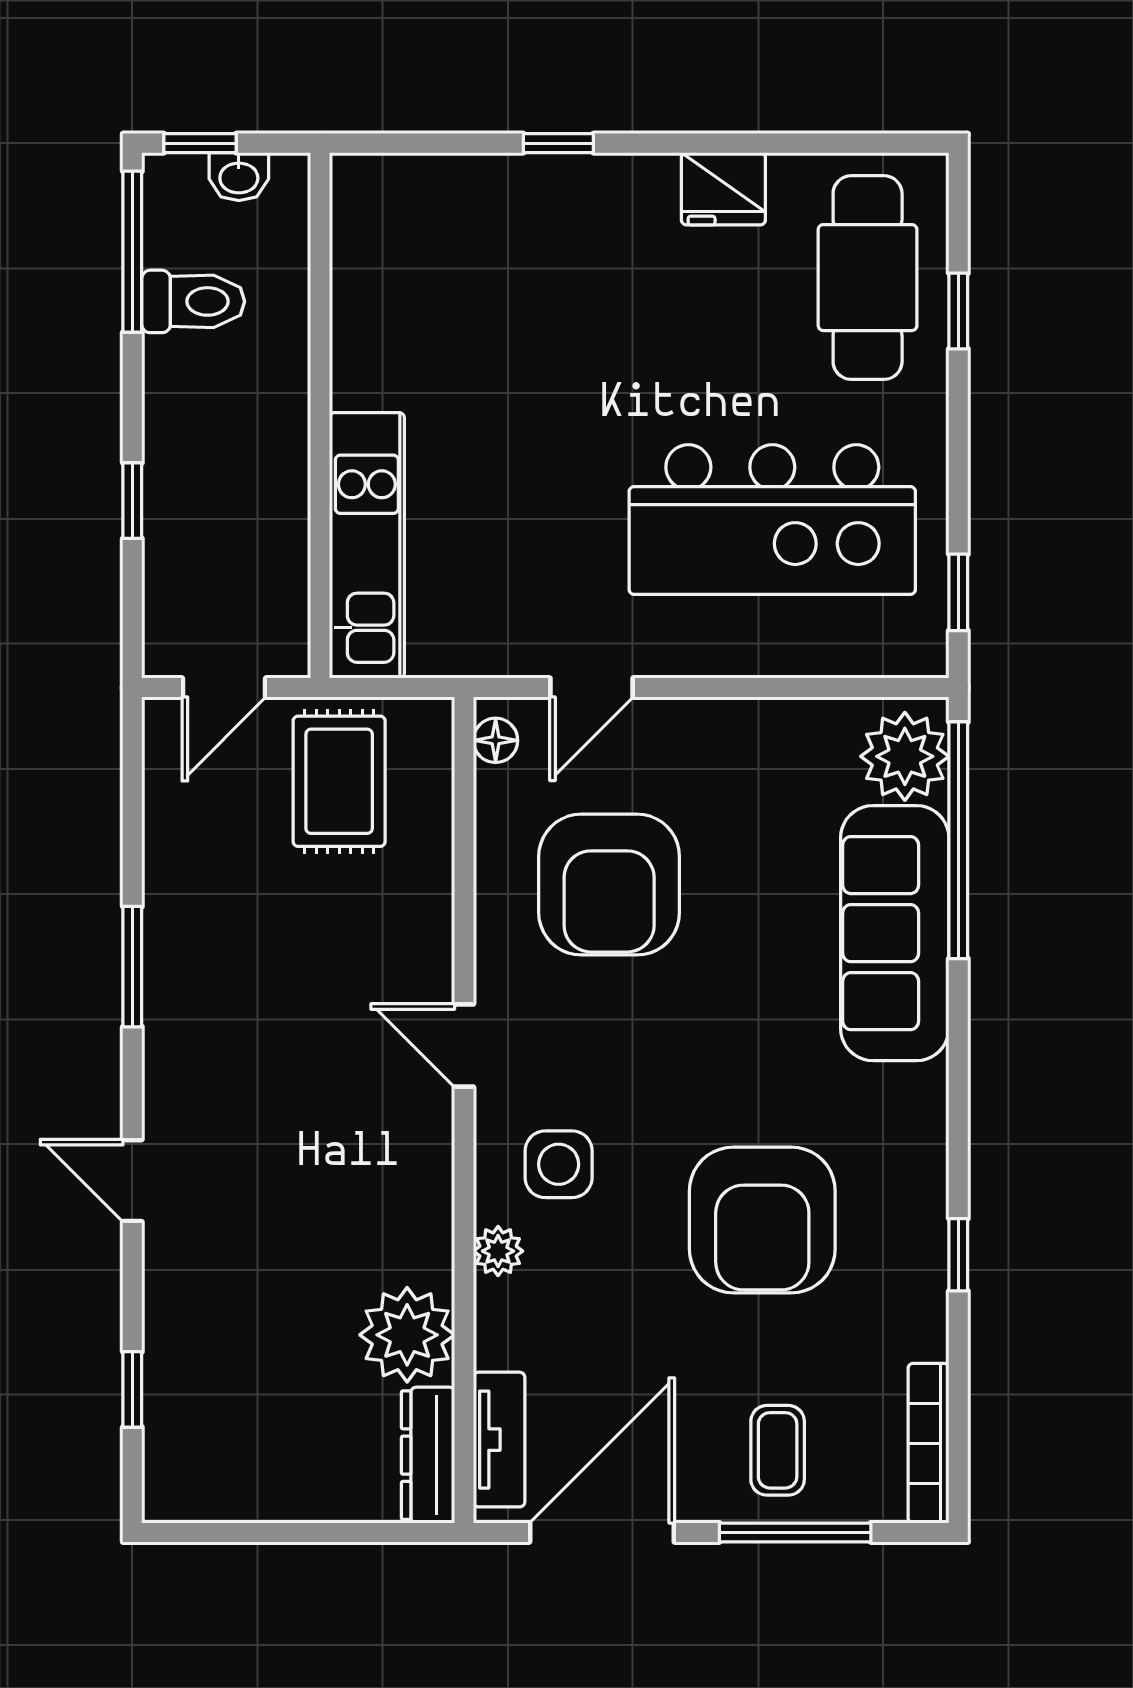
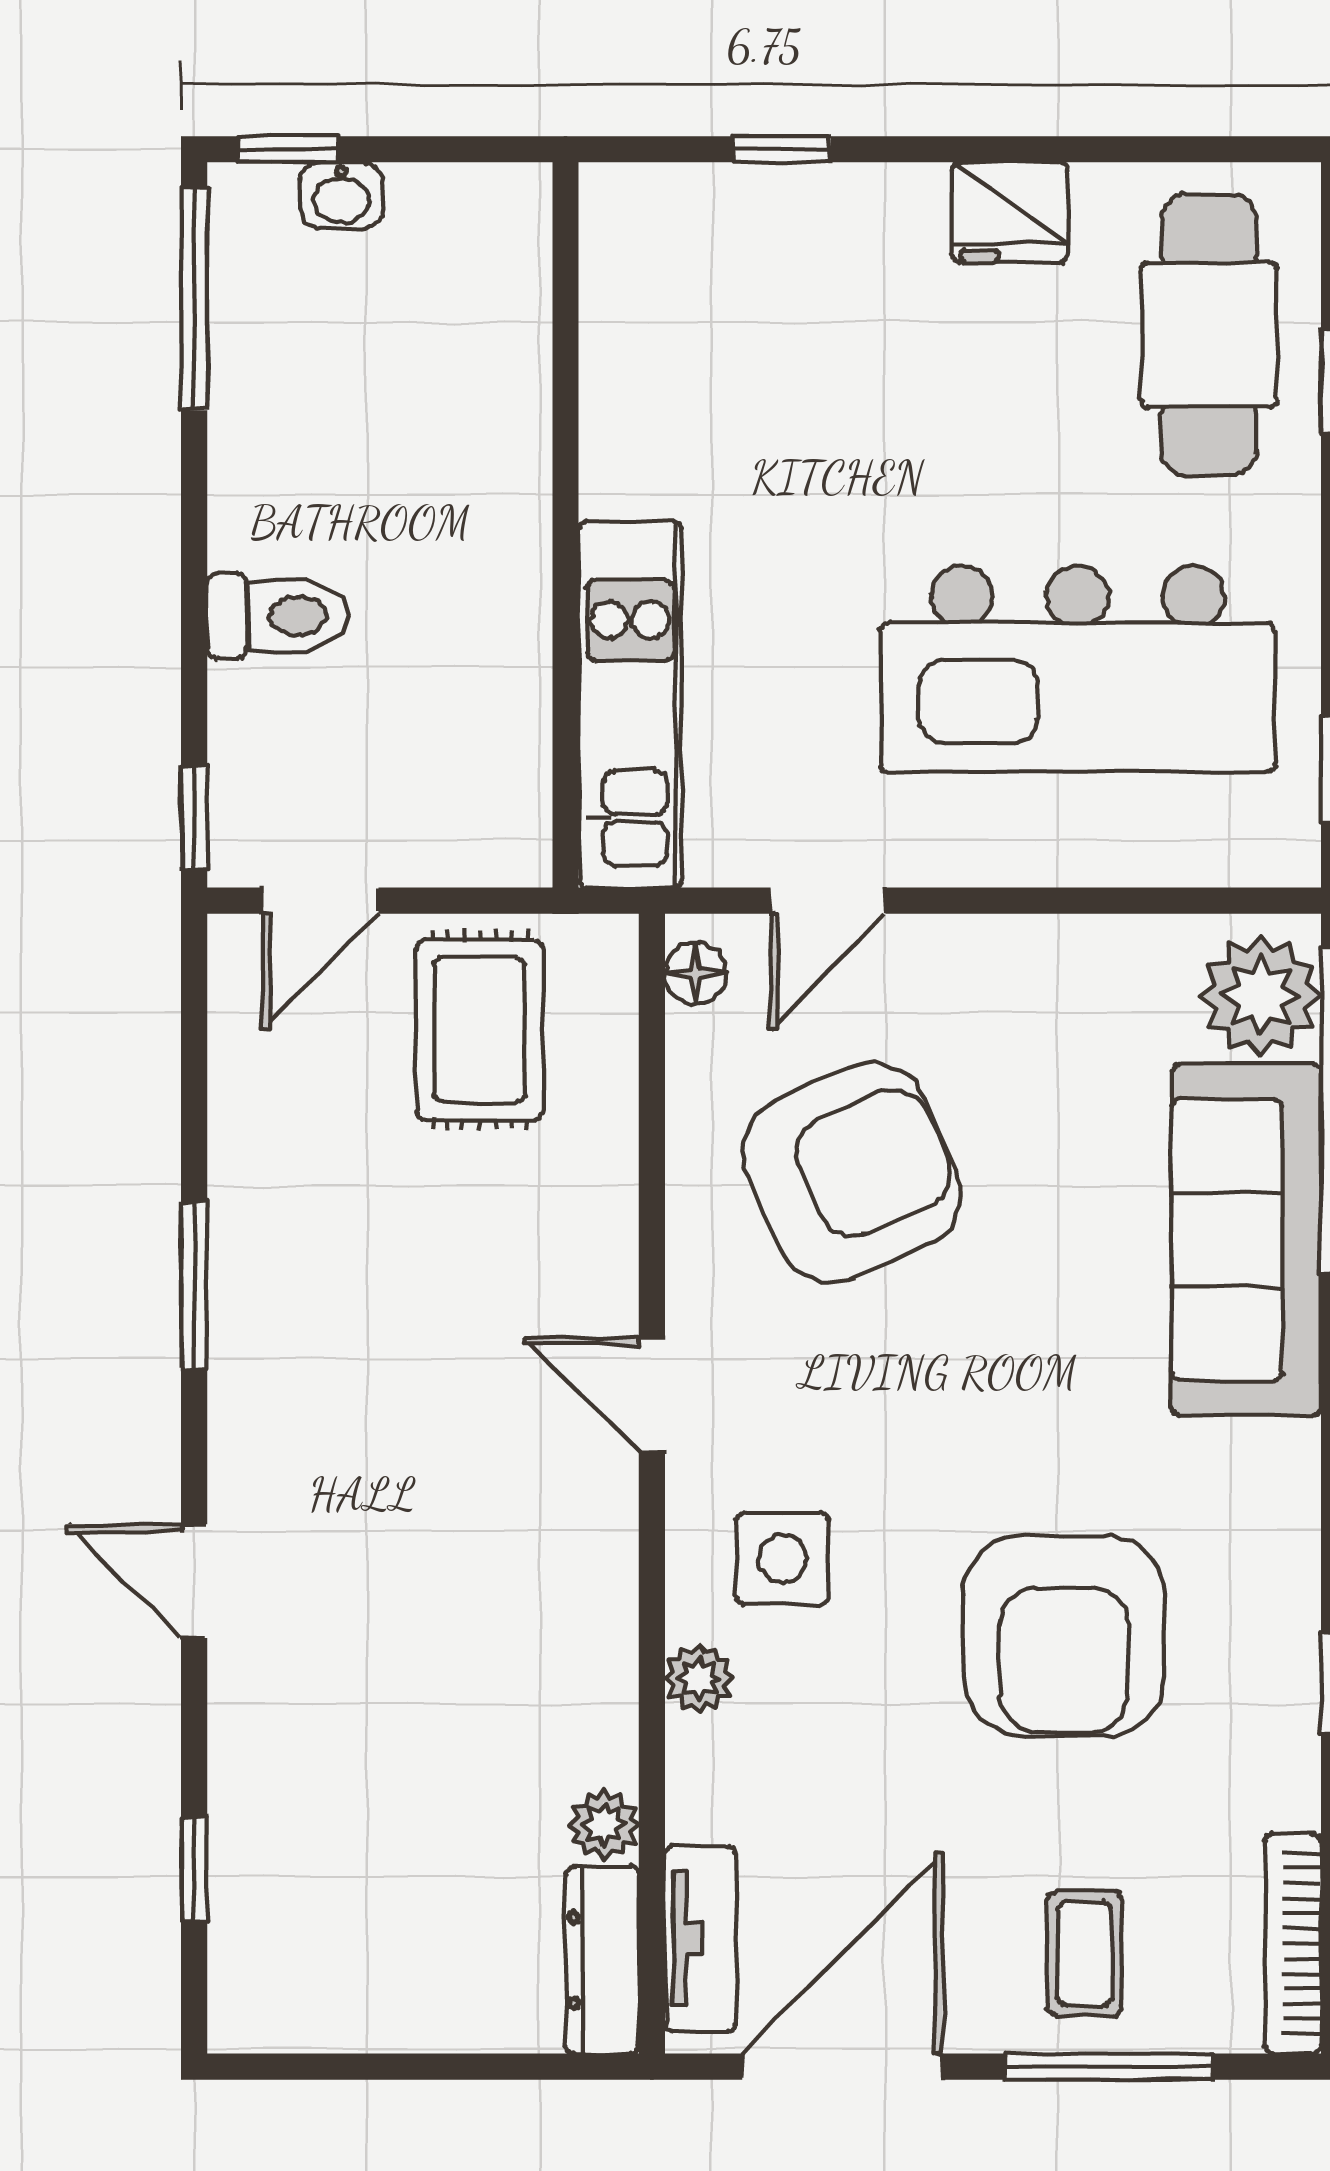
toilet: (193, 301) -> (278, 616), moved
wall: (320, 415) -> (566, 525), moved
window: (132, 501) -> (194, 817), moved
kitchen unit: (367, 545) -> (630, 704), moved
armchair: (609, 885) -> (852, 1172), turned -114
plant: (407, 1335) -> (604, 1824), width x0.53, depth x0.53

